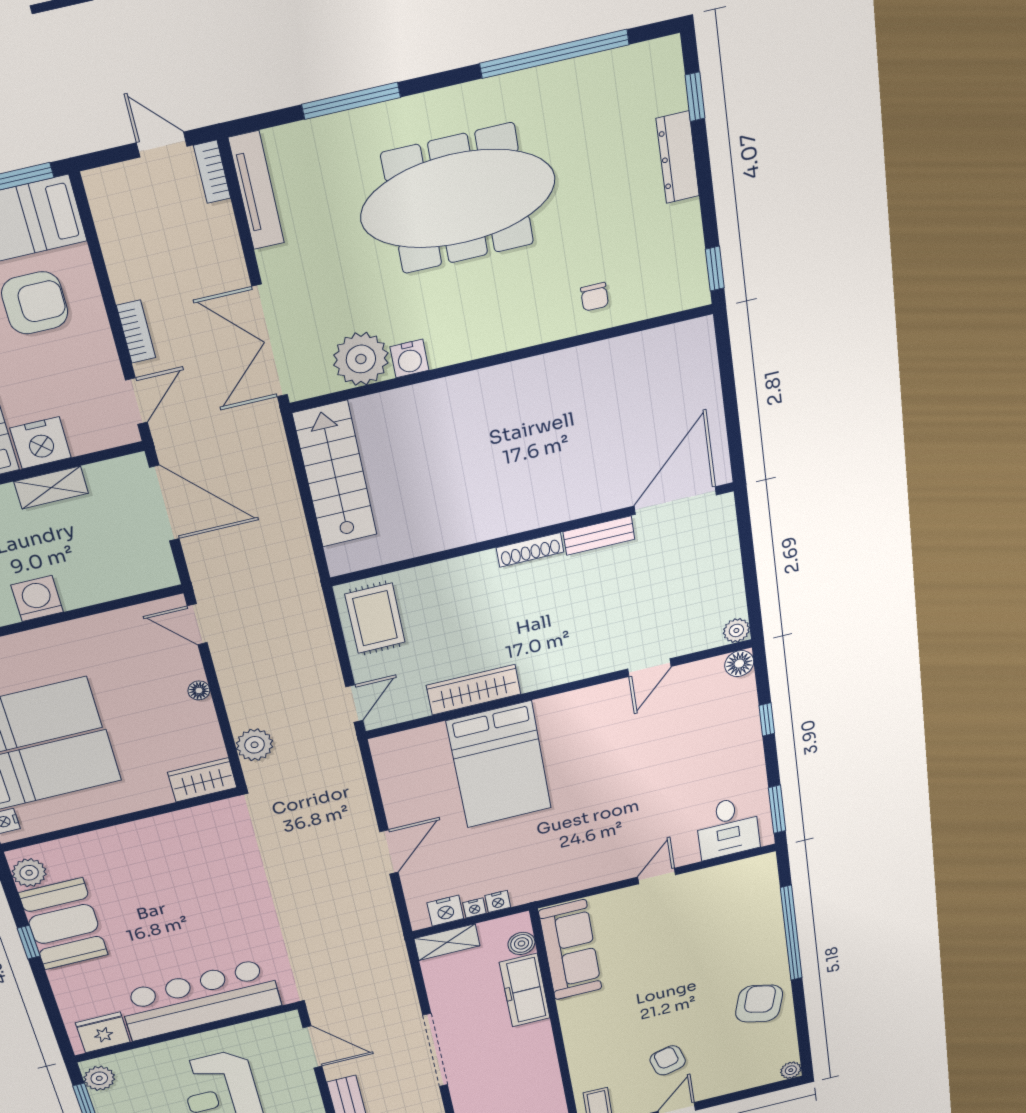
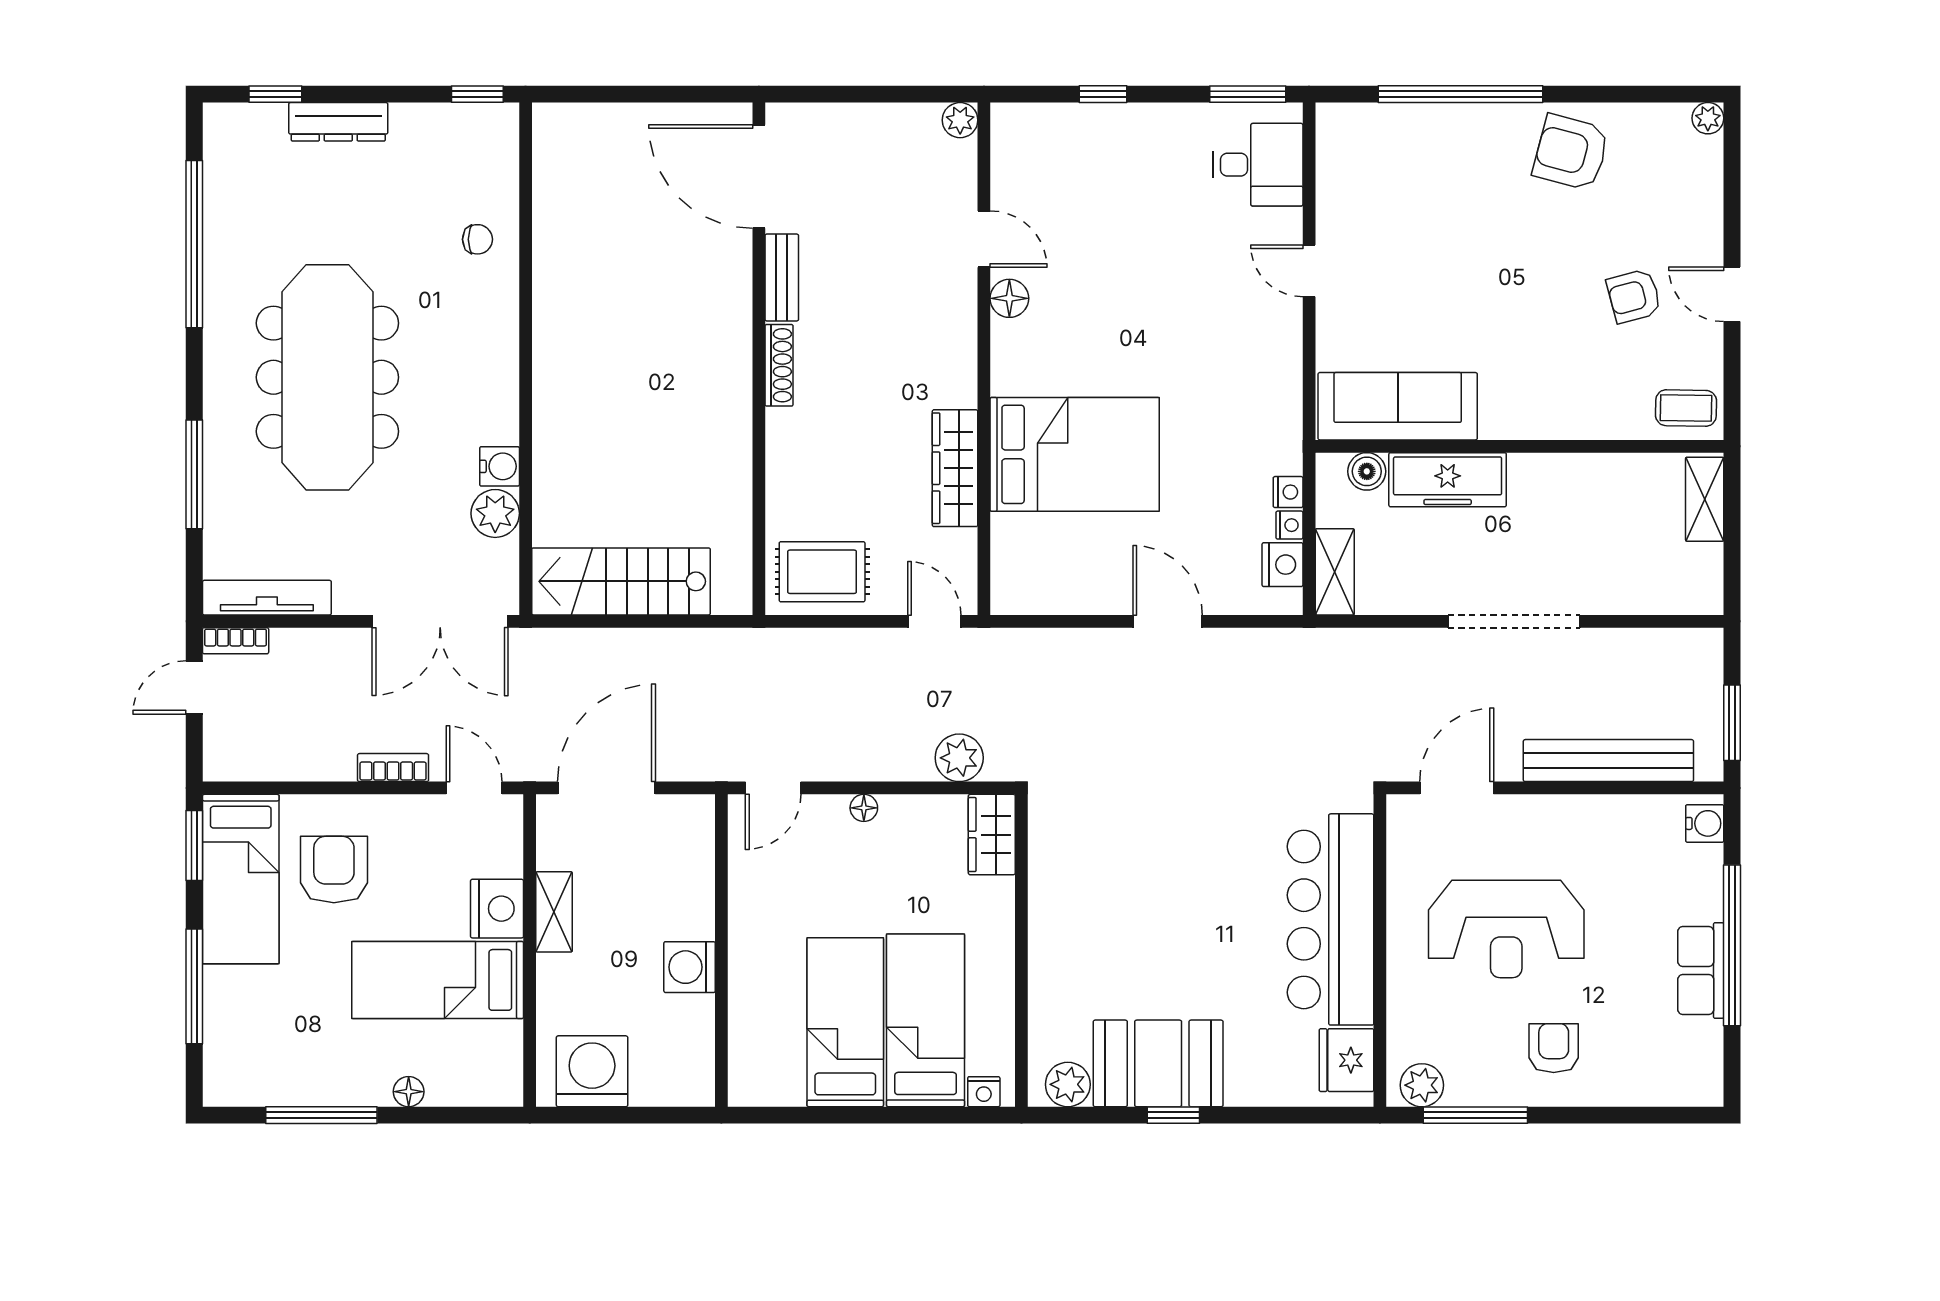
plant: (361, 359) -> (495, 513), width x0.73, depth x0.73
floor lamp: (739, 664) -> (1009, 298), moved

